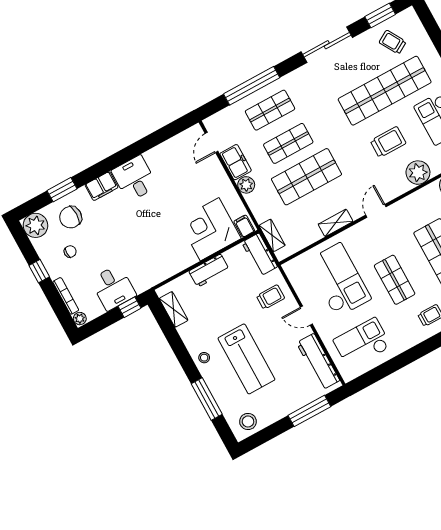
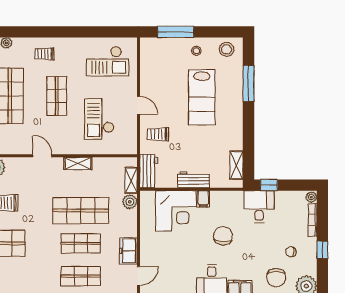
plant: (246, 185) -> (130, 202), moved
door: (376, 211) -> (42, 156), swing flipped
chair: (71, 217) -> (276, 278), turned 90
filing cabinet: (244, 226) -> (203, 199), moved
chair: (148, 230) -> (223, 236), added
checkout: (338, 280) -> (99, 119), width x0.73, depth x0.83
desk: (113, 288) -> (259, 207), moved
stool: (204, 358) -> (196, 51), moved
lab bench: (246, 359) -> (202, 97), turned 180
workbench: (318, 362) -> (149, 66), removed

